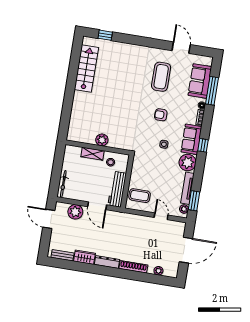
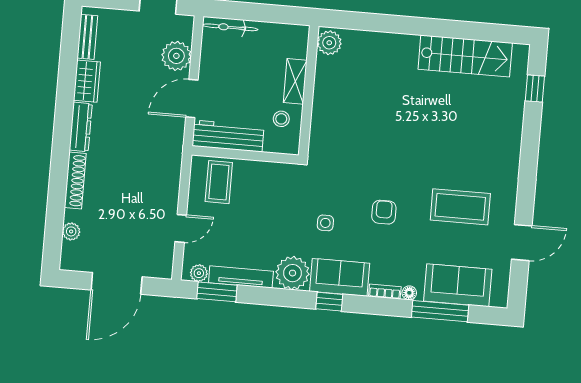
plant: (102, 140) -> (329, 43), moved
door: (186, 250) -> (117, 283), hinge flipped

